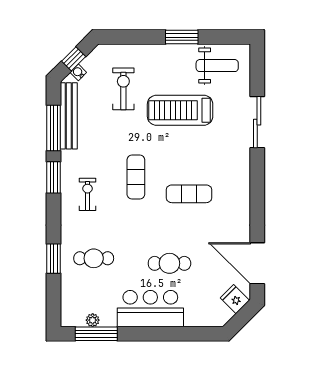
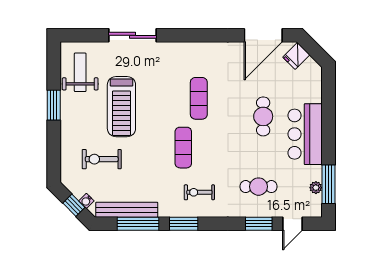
exercise mat: (136, 177) -> (183, 148), turned 90
cafe table: (94, 258) -> (259, 187), turned 90
door: (54, 295) -> (292, 224), added

